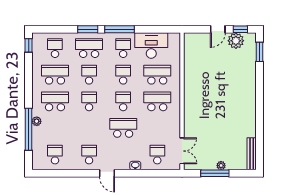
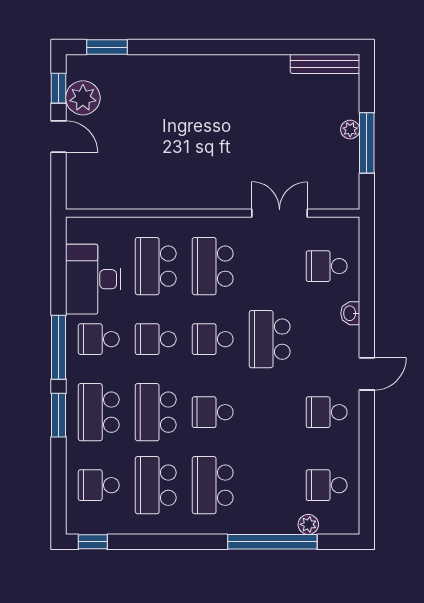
school desk: (89, 75) -> (156, 412), width x1.85
plant: (37, 121) -> (308, 524), moved
double door: (182, 151) -> (280, 213), moved

